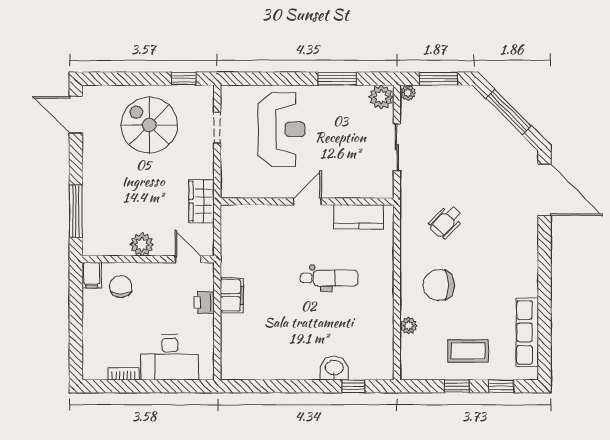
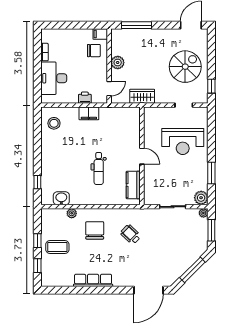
row of seats: (527, 332) -> (93, 280), moved
coffee table: (468, 351) -> (57, 247), turned 90
stool: (249, 357) -> (54, 123), added
washbasin: (334, 368) -> (61, 198), moved, turned -90

